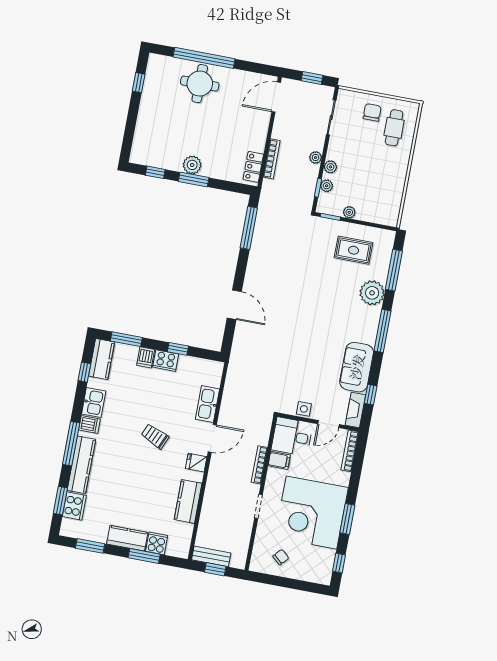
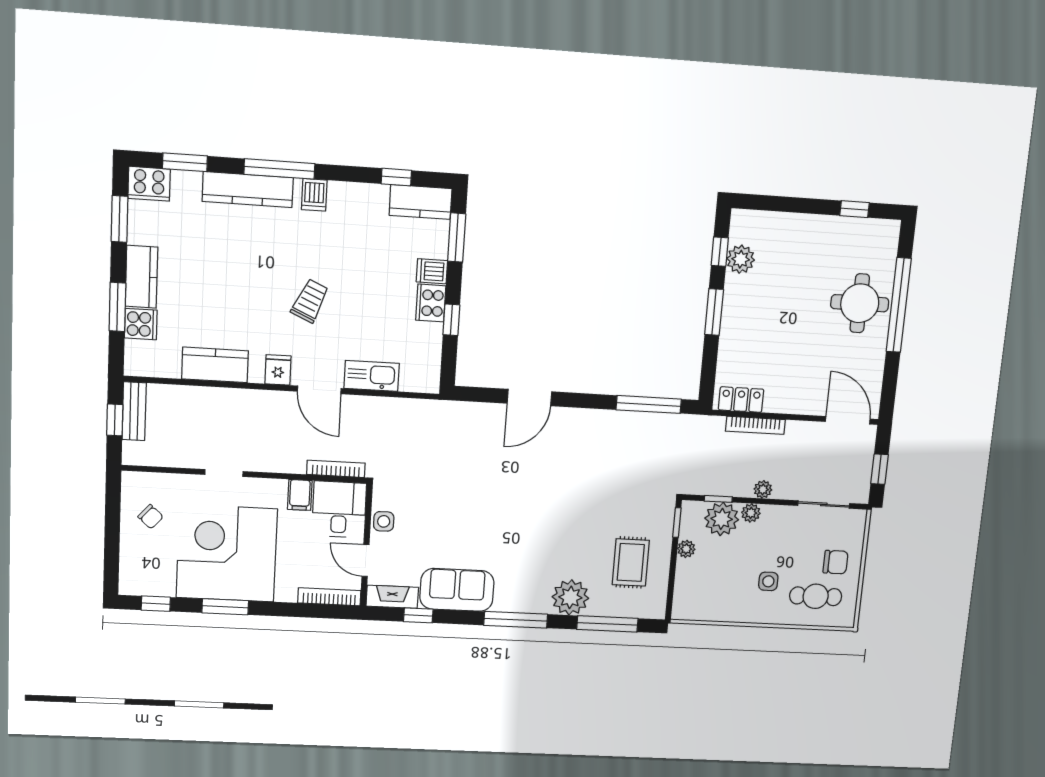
side table: (379, 159) -> (768, 581), added
plant: (192, 165) -> (741, 259), moved
plant: (327, 186) -> (722, 519), width x1.88, depth x1.88
kitchen sink: (94, 402) -> (350, 198), removed
bookcase: (259, 465) -> (336, 469), moved
cooker: (74, 506) -> (149, 184), moved

